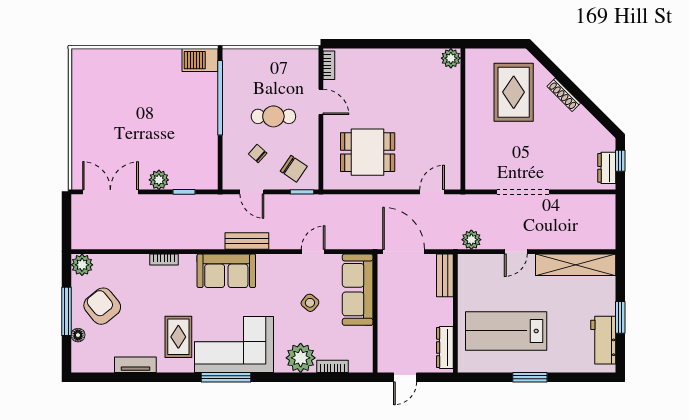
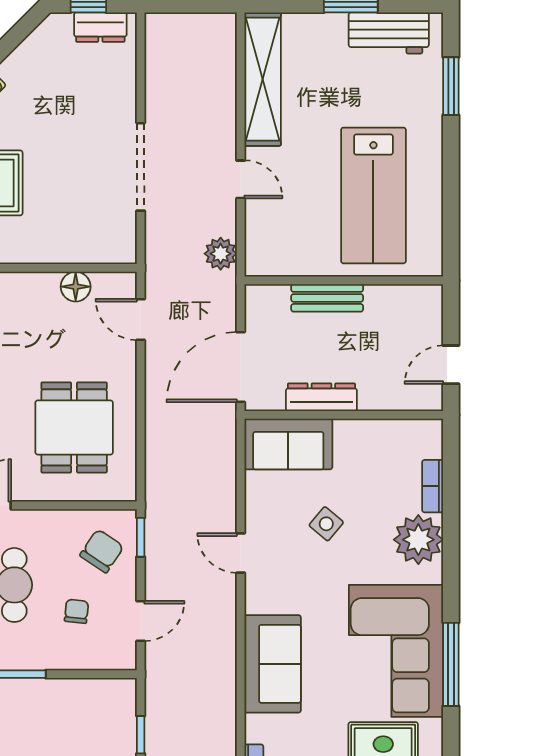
floor lamp: (452, 153) -> (76, 287), added
chair: (258, 154) -> (76, 611), turned 144
bench: (247, 241) -> (223, 629), removed
door: (313, 252) -> (241, 553), moved
bench: (445, 275) -> (327, 298), moved
sofa: (358, 290) -> (288, 444), width x0.73
dresser: (445, 347) -> (321, 397), moved, turned 180
door: (405, 377) -> (451, 365), swing flipped
window: (530, 377) -> (451, 86), moved

